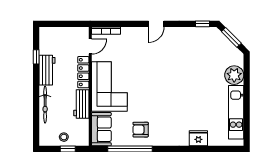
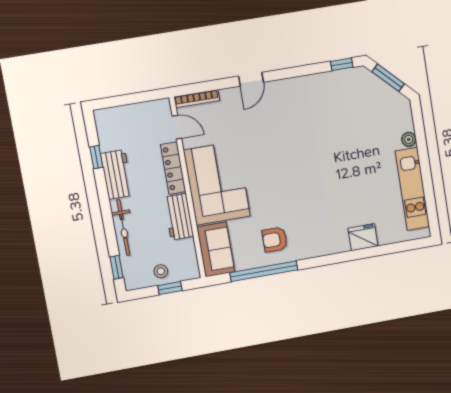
door: (156, 24) -> (251, 79), moved
door: (90, 46) -> (177, 127), hinge flipped
plant: (234, 75) -> (409, 139), width x0.53, depth x0.53
window: (36, 129) -> (117, 267), added

